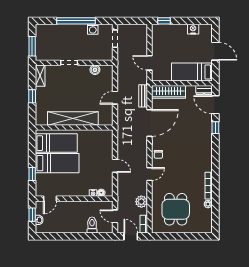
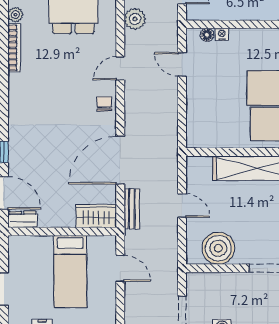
boiler: (95, 70) -> (218, 248), width x1.86, depth x1.86
bed: (192, 72) -> (70, 272), moved, turned 90
wardrobe: (169, 92) -> (96, 216), width x0.67
door: (115, 98) -> (182, 206), hinge flipped
door: (115, 166) -> (182, 64), moved

